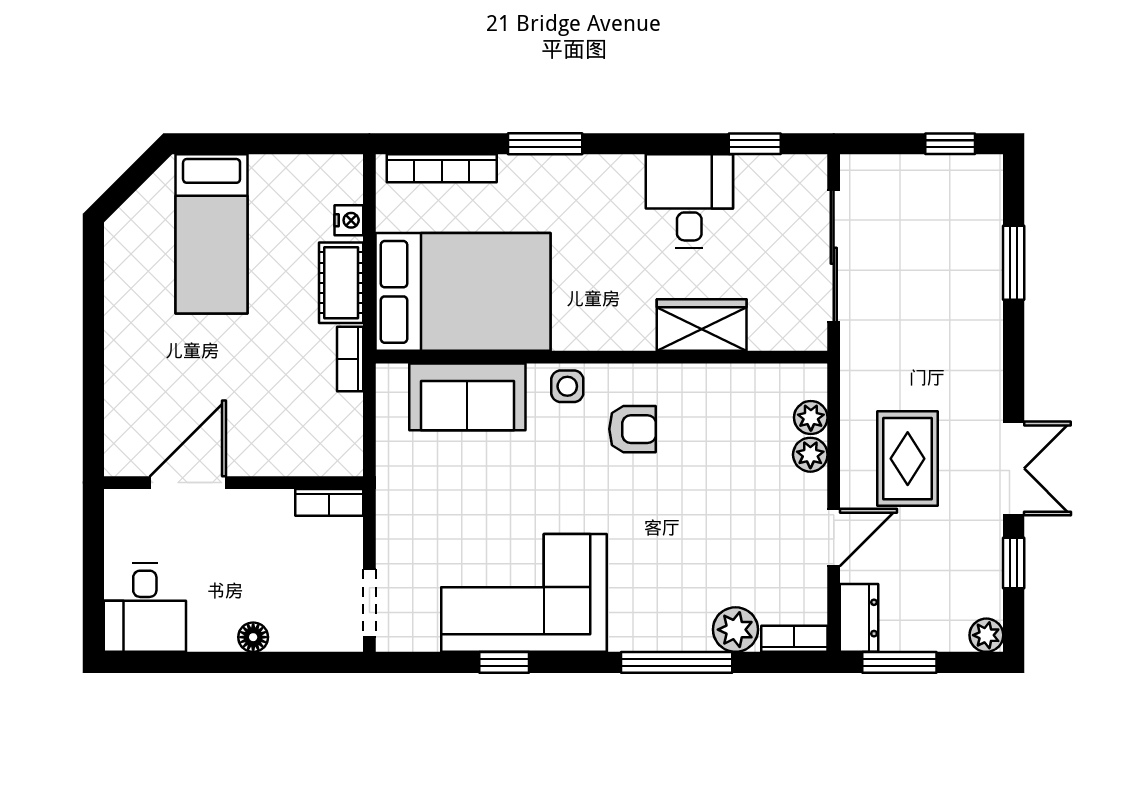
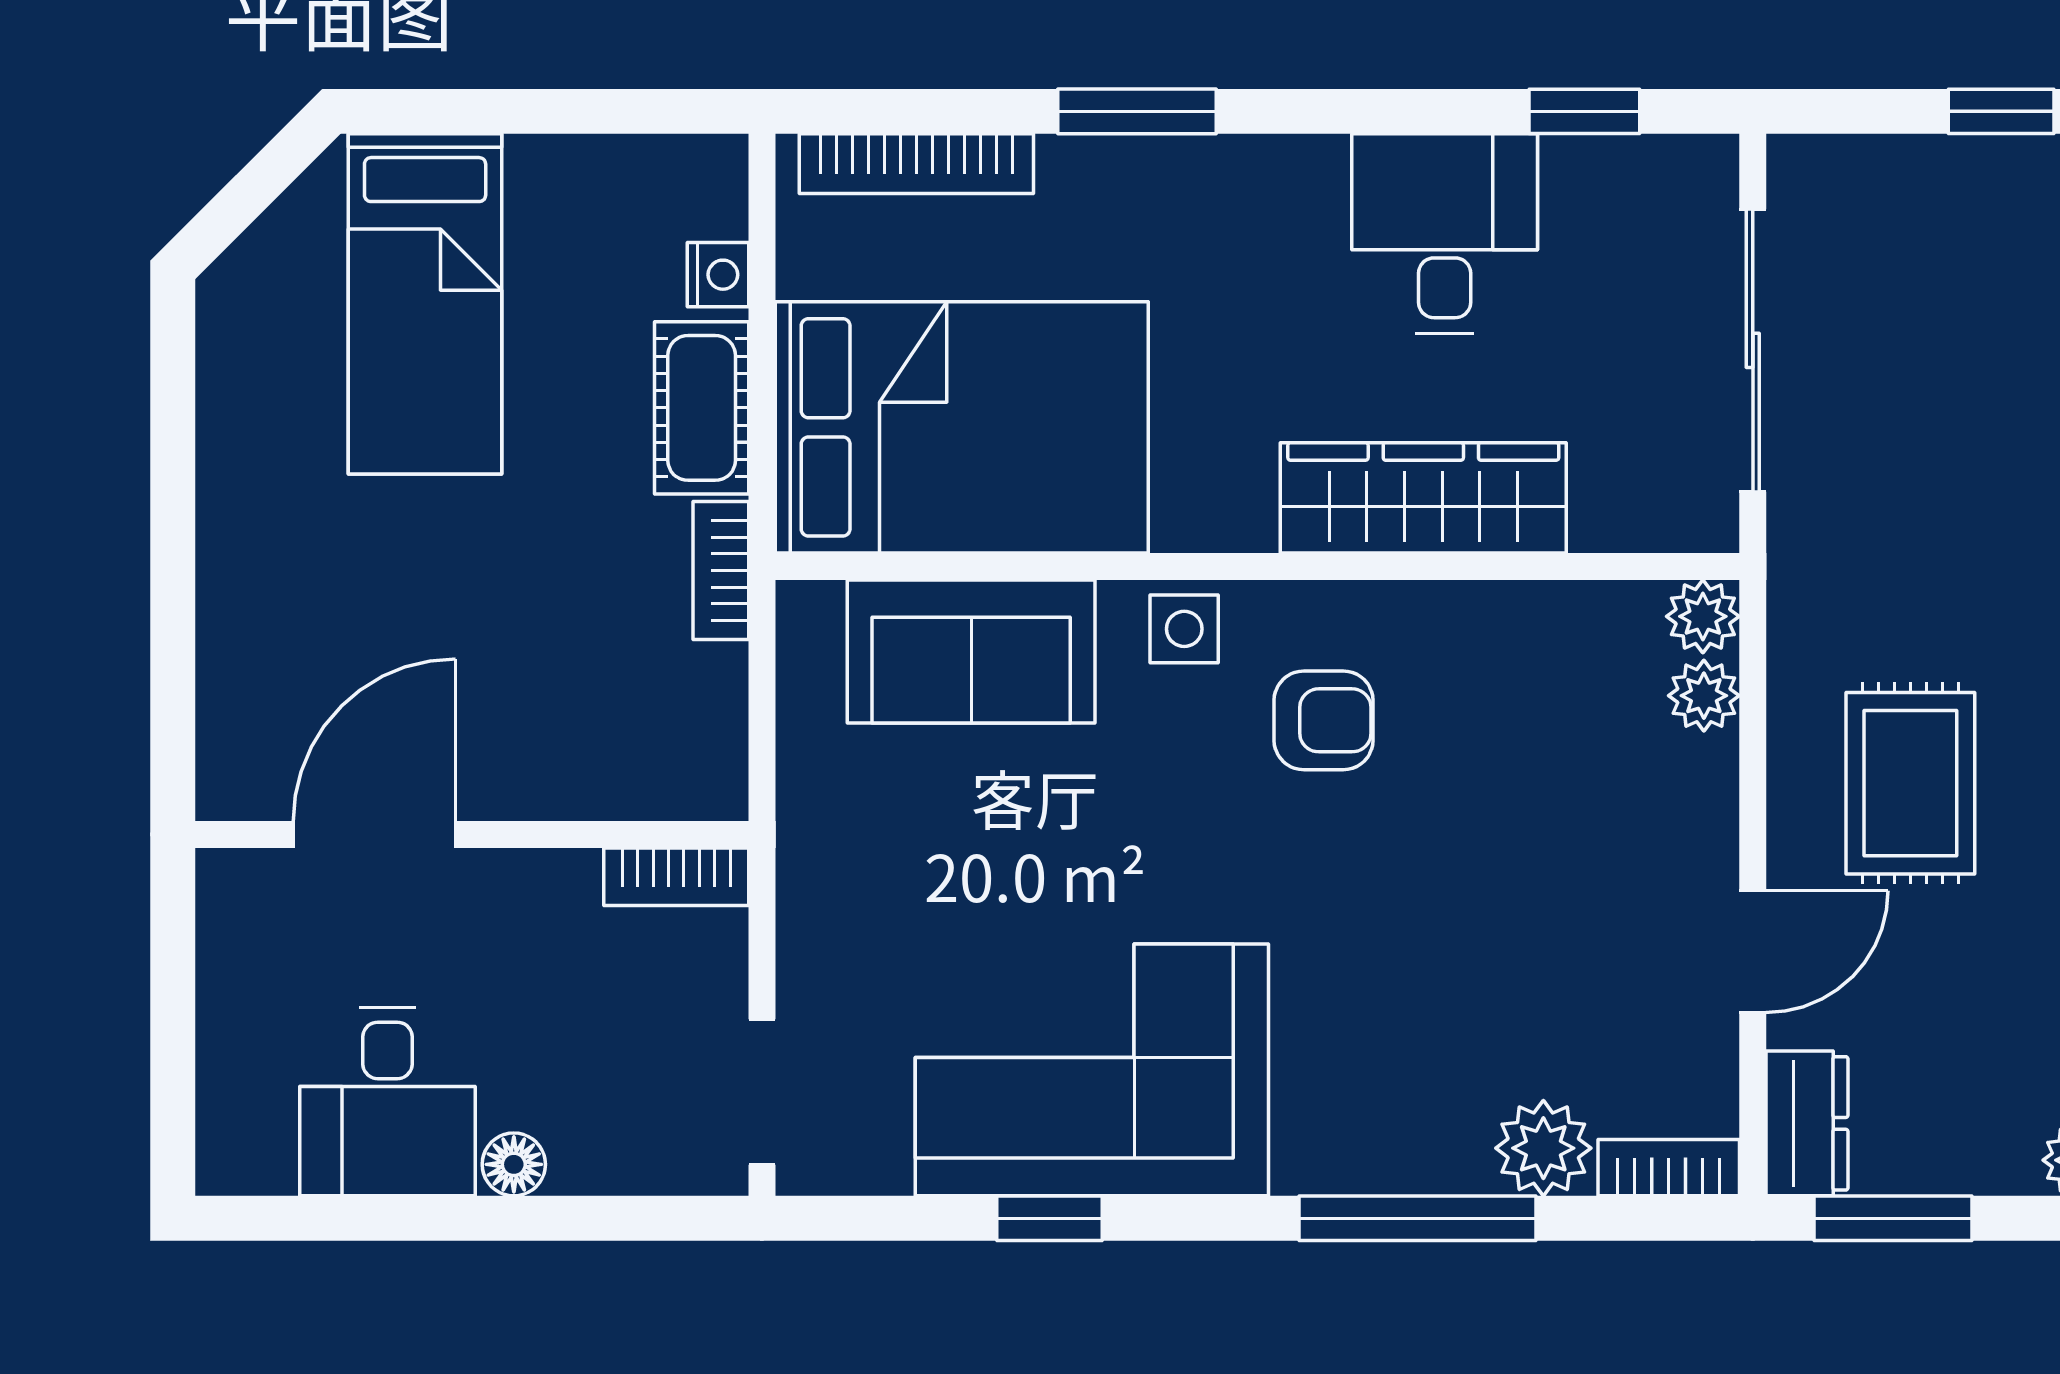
wardrobe: (702, 325) -> (1423, 498), width x1.50
plant: (810, 455) -> (1703, 616), moved
desk: (145, 608) -> (388, 1101), moved

